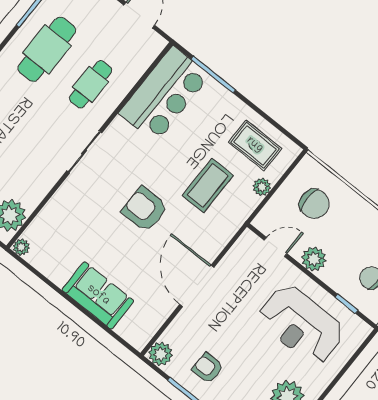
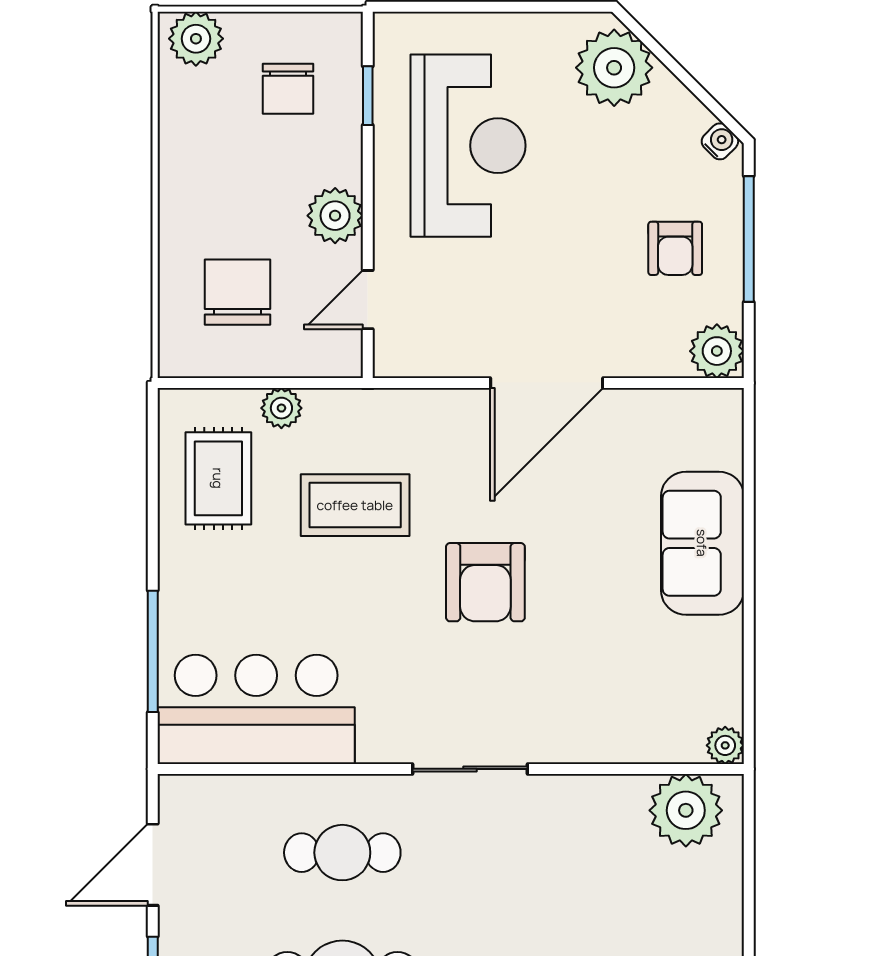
door: (276, 247) -> (368, 300), hinge flipped

